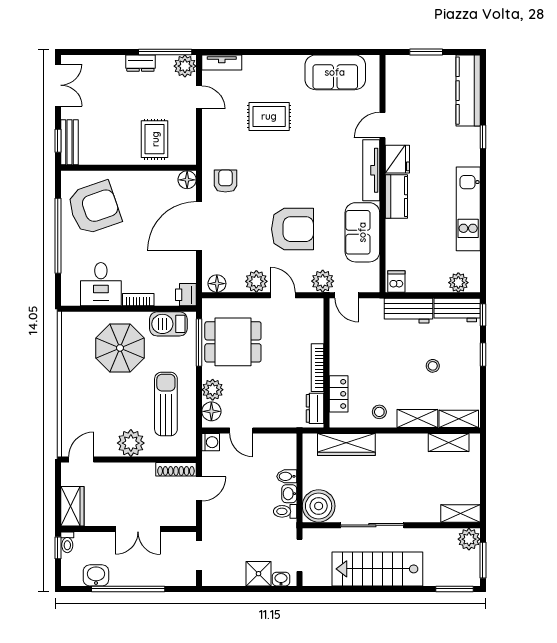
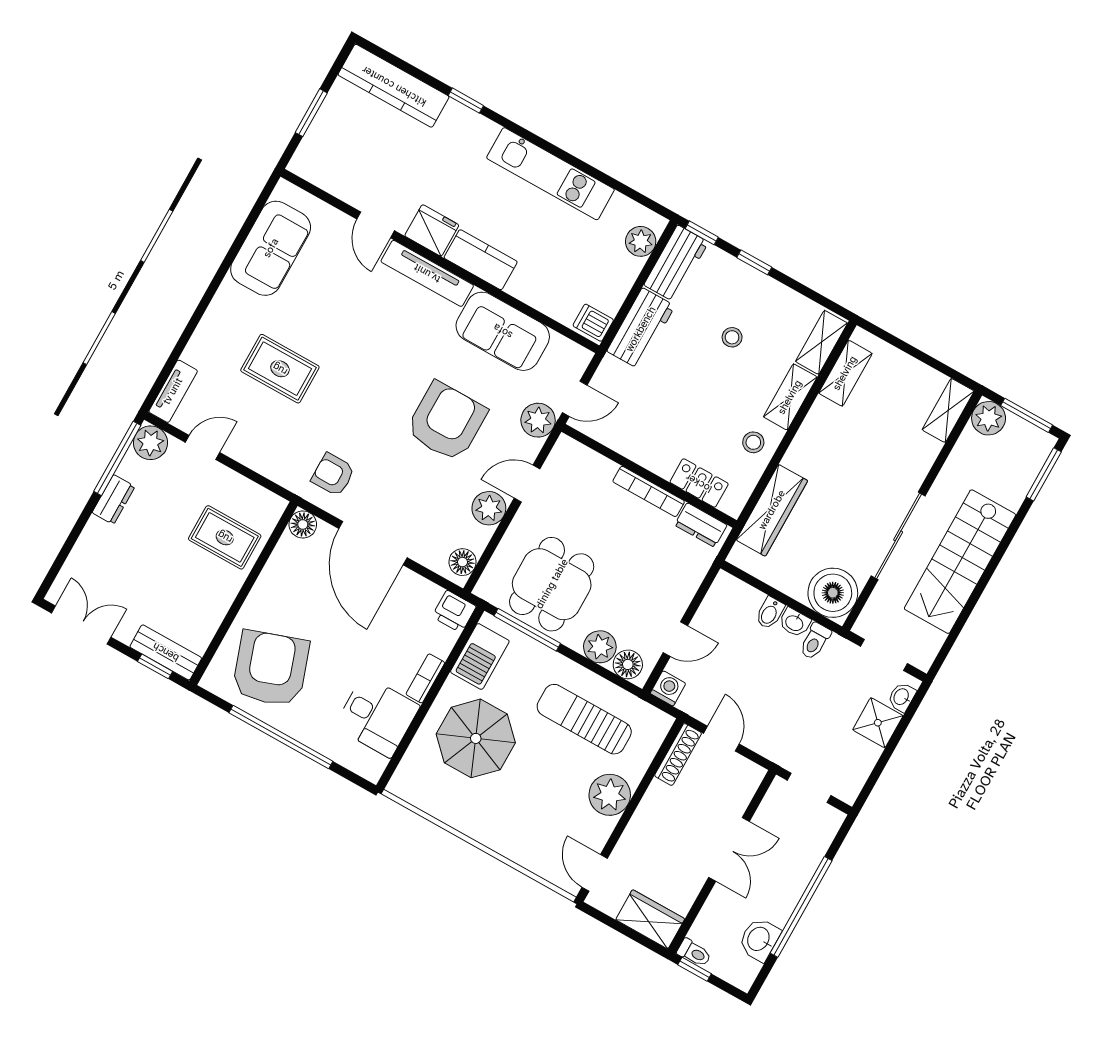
rug: (269, 116) -> (280, 369), turned 90

